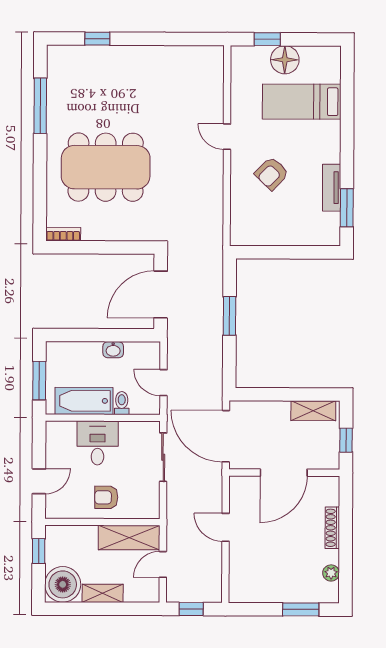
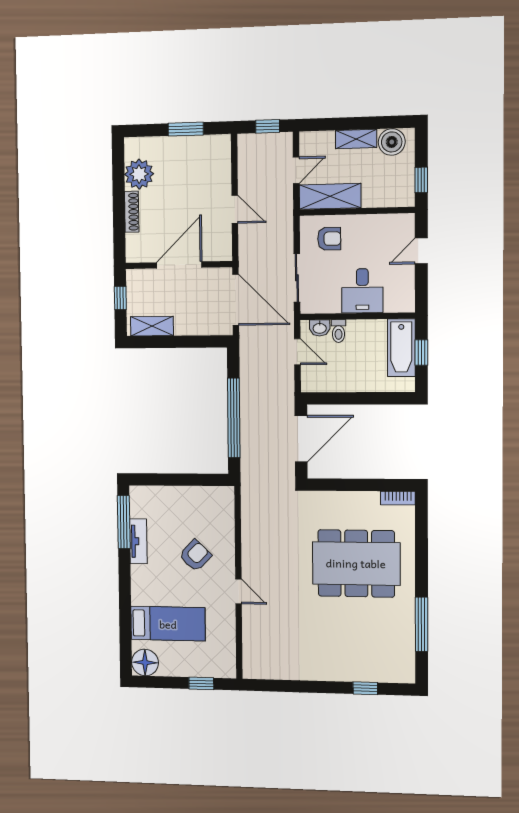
floor lamp: (285, 60) -> (145, 662), moved
window: (347, 208) -> (124, 522), width x1.44
window: (229, 316) -> (234, 418), width x2.11
washbasin: (113, 350) -> (320, 328), moved, turned 180
window: (39, 381) -> (421, 352), width x0.67
bathtub: (84, 401) -> (401, 348), moved, turned 90
armchair: (106, 497) -> (329, 239), moved
plant: (331, 573) -> (139, 174), width x1.87, depth x1.87
boiler: (63, 584) -> (392, 142), width x0.73, depth x0.73
window: (301, 609) -> (186, 129), moved

